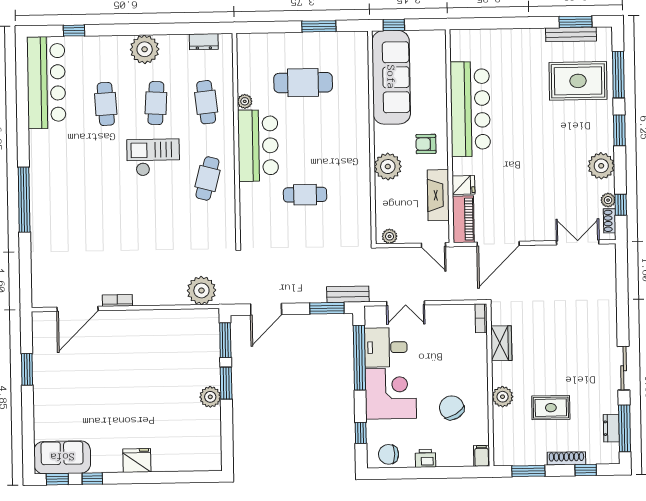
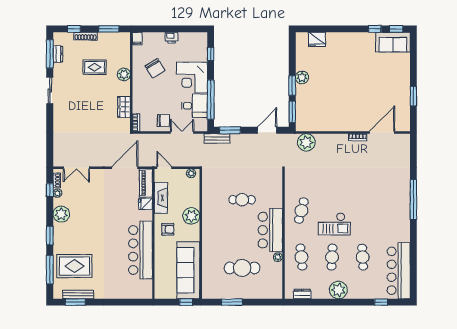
chair: (389, 454) -> (163, 120), moved
fridge: (137, 461) -> (317, 39), moved

